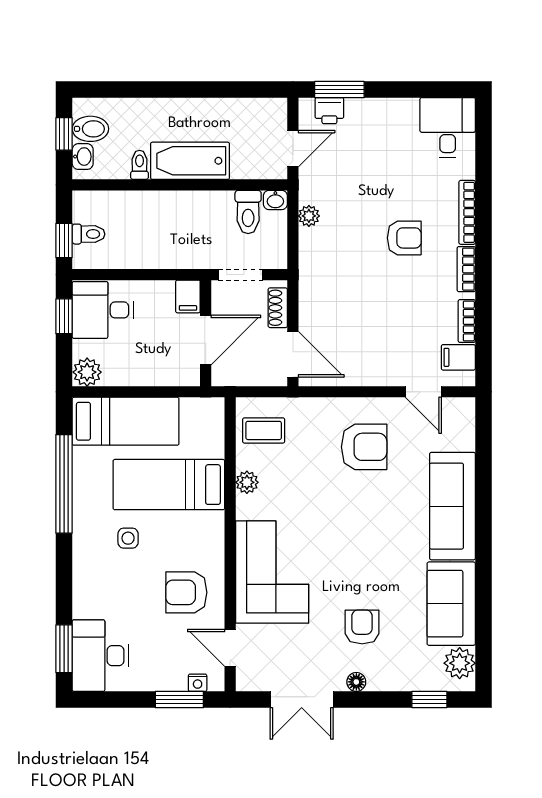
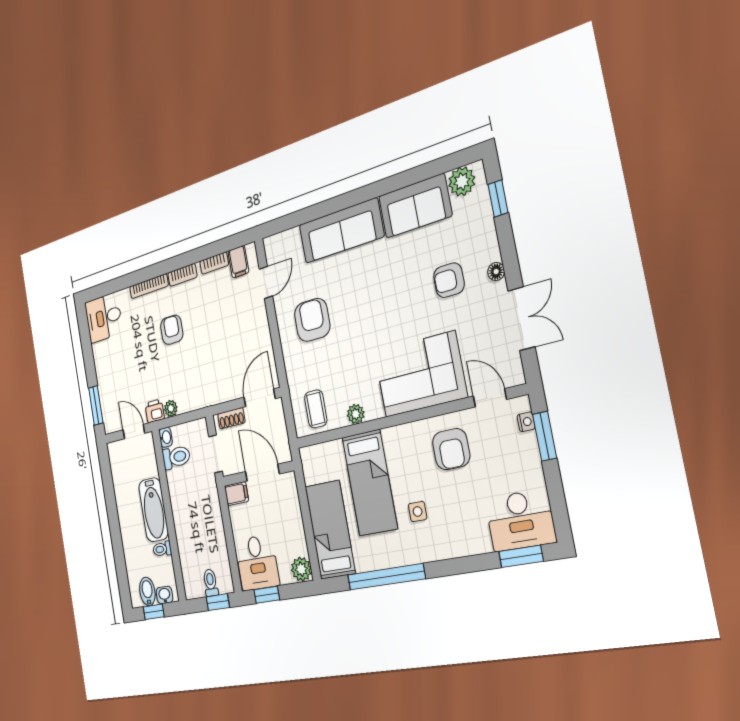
printer: (329, 111) -> (155, 411), moved, turned -90
door: (230, 648) -> (490, 398), swing flipped

